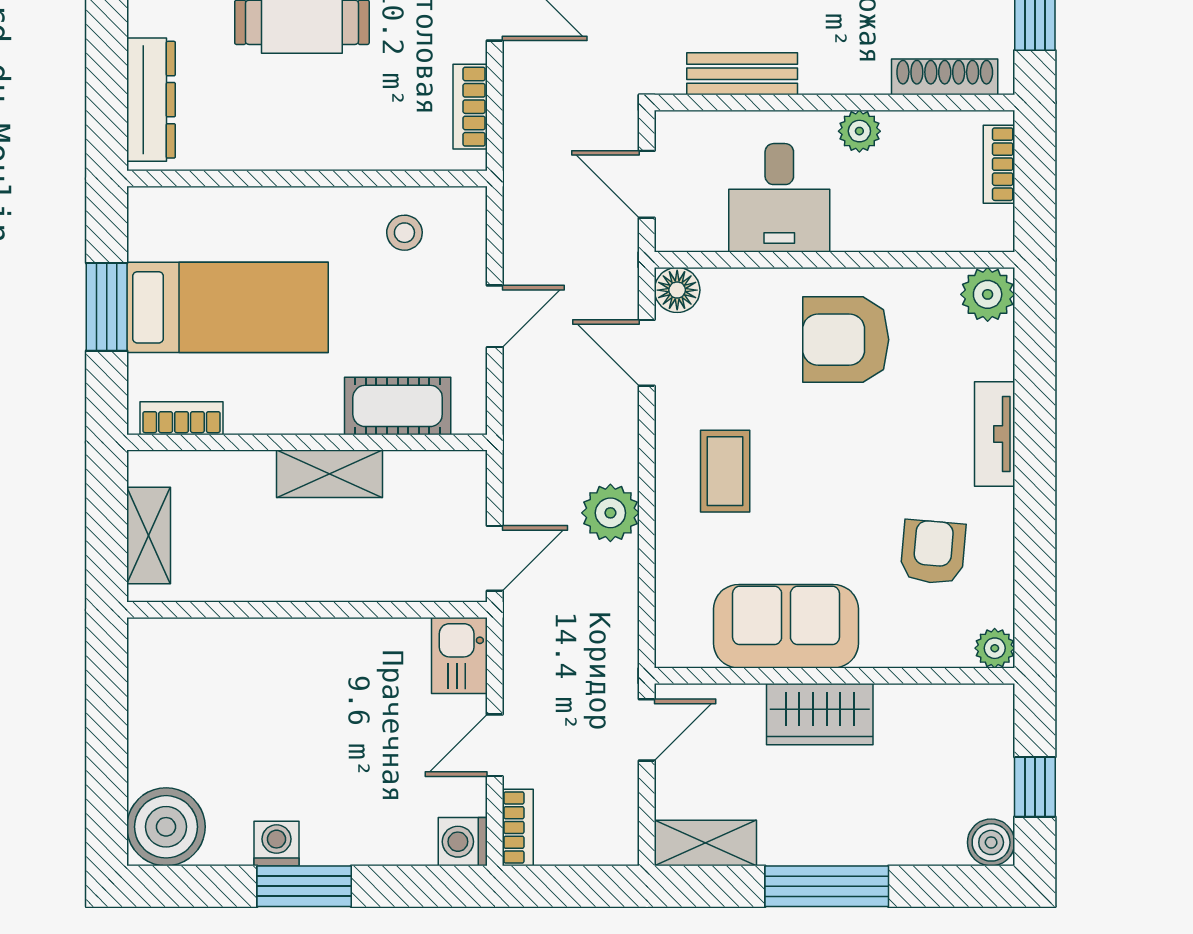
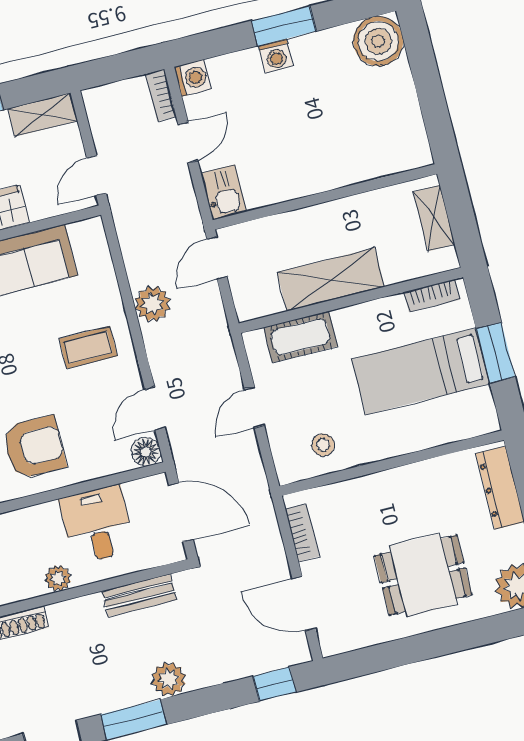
door: (647, 184) -> (181, 512), width x1.38
door: (647, 353) -> (155, 408), swing flipped
coffee table: (725, 471) -> (88, 347), turned 90
shelving: (330, 474) -> (331, 280), width x1.50, depth x1.33
washing machine: (276, 844) -> (276, 56), moved

